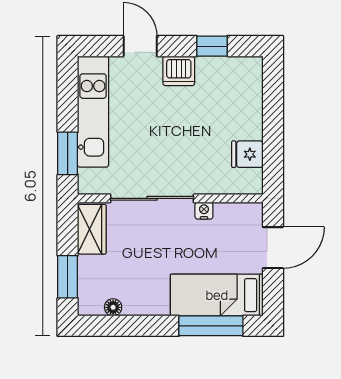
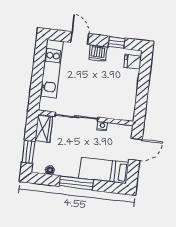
window: (68, 153) -> (36, 89), removed
fridge: (247, 154) -> (133, 62), moved
window: (211, 326) -> (76, 183), moved

